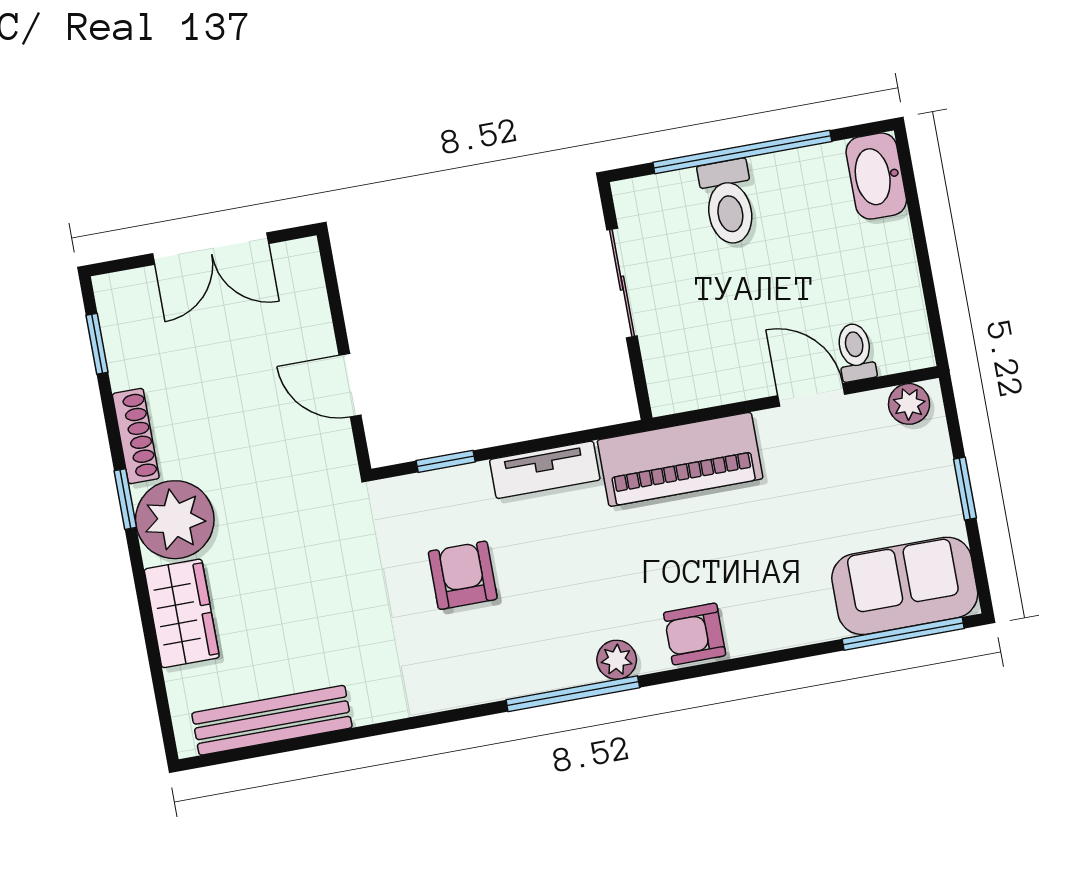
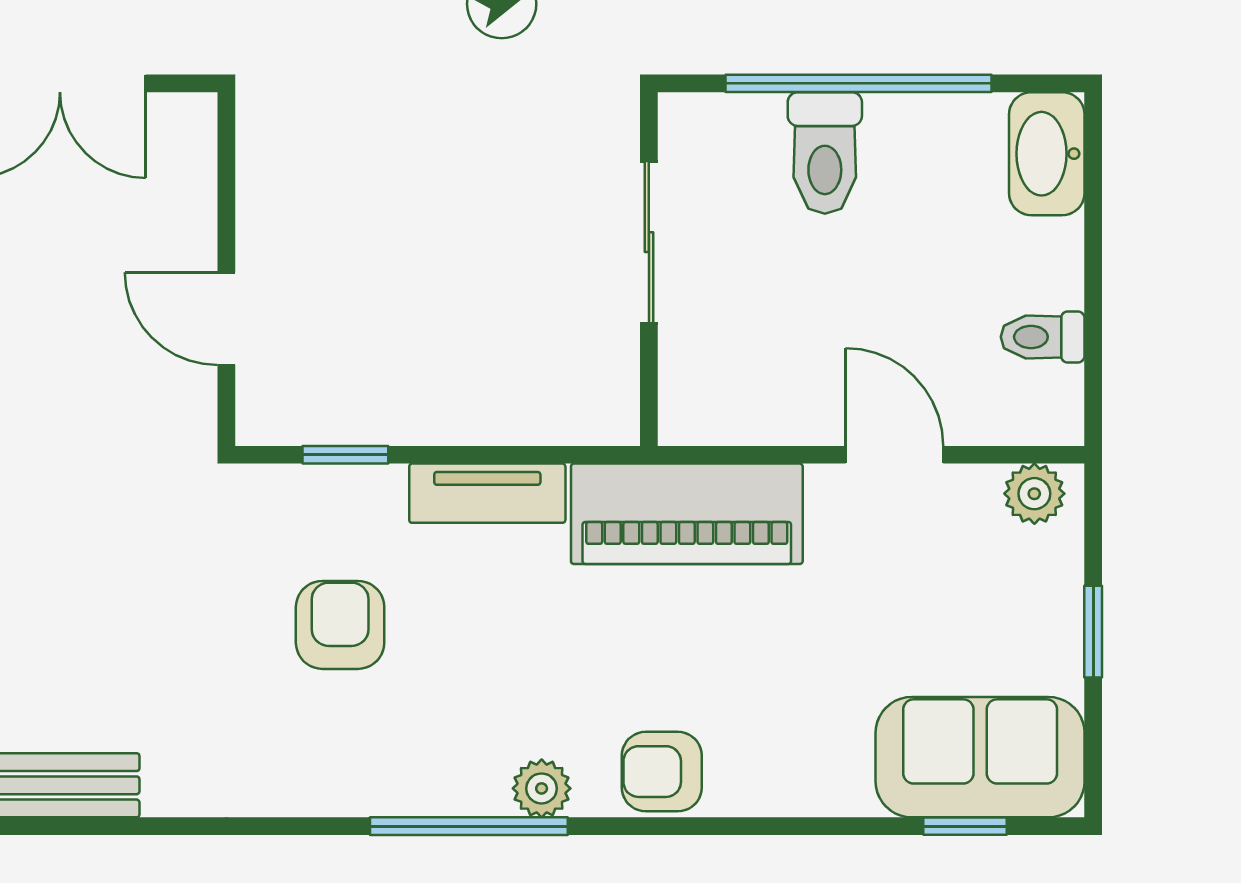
toilet: (856, 352) -> (1043, 337), moved, turned -90
window: (903, 634) -> (965, 826), width x0.46

